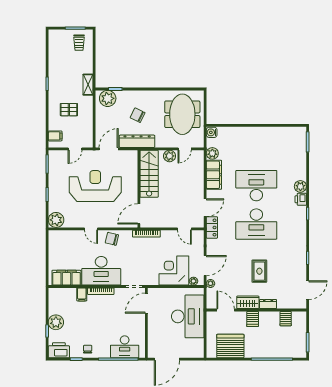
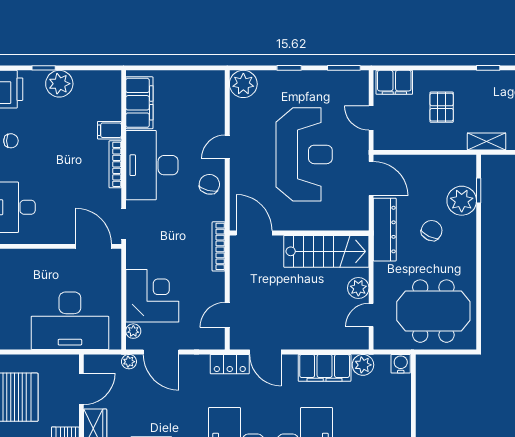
plant: (108, 98) -> (462, 201), moved
filing cabinet: (55, 136) -> (394, 82), width x2.00
door: (185, 149) -> (371, 315), hinge flipped

